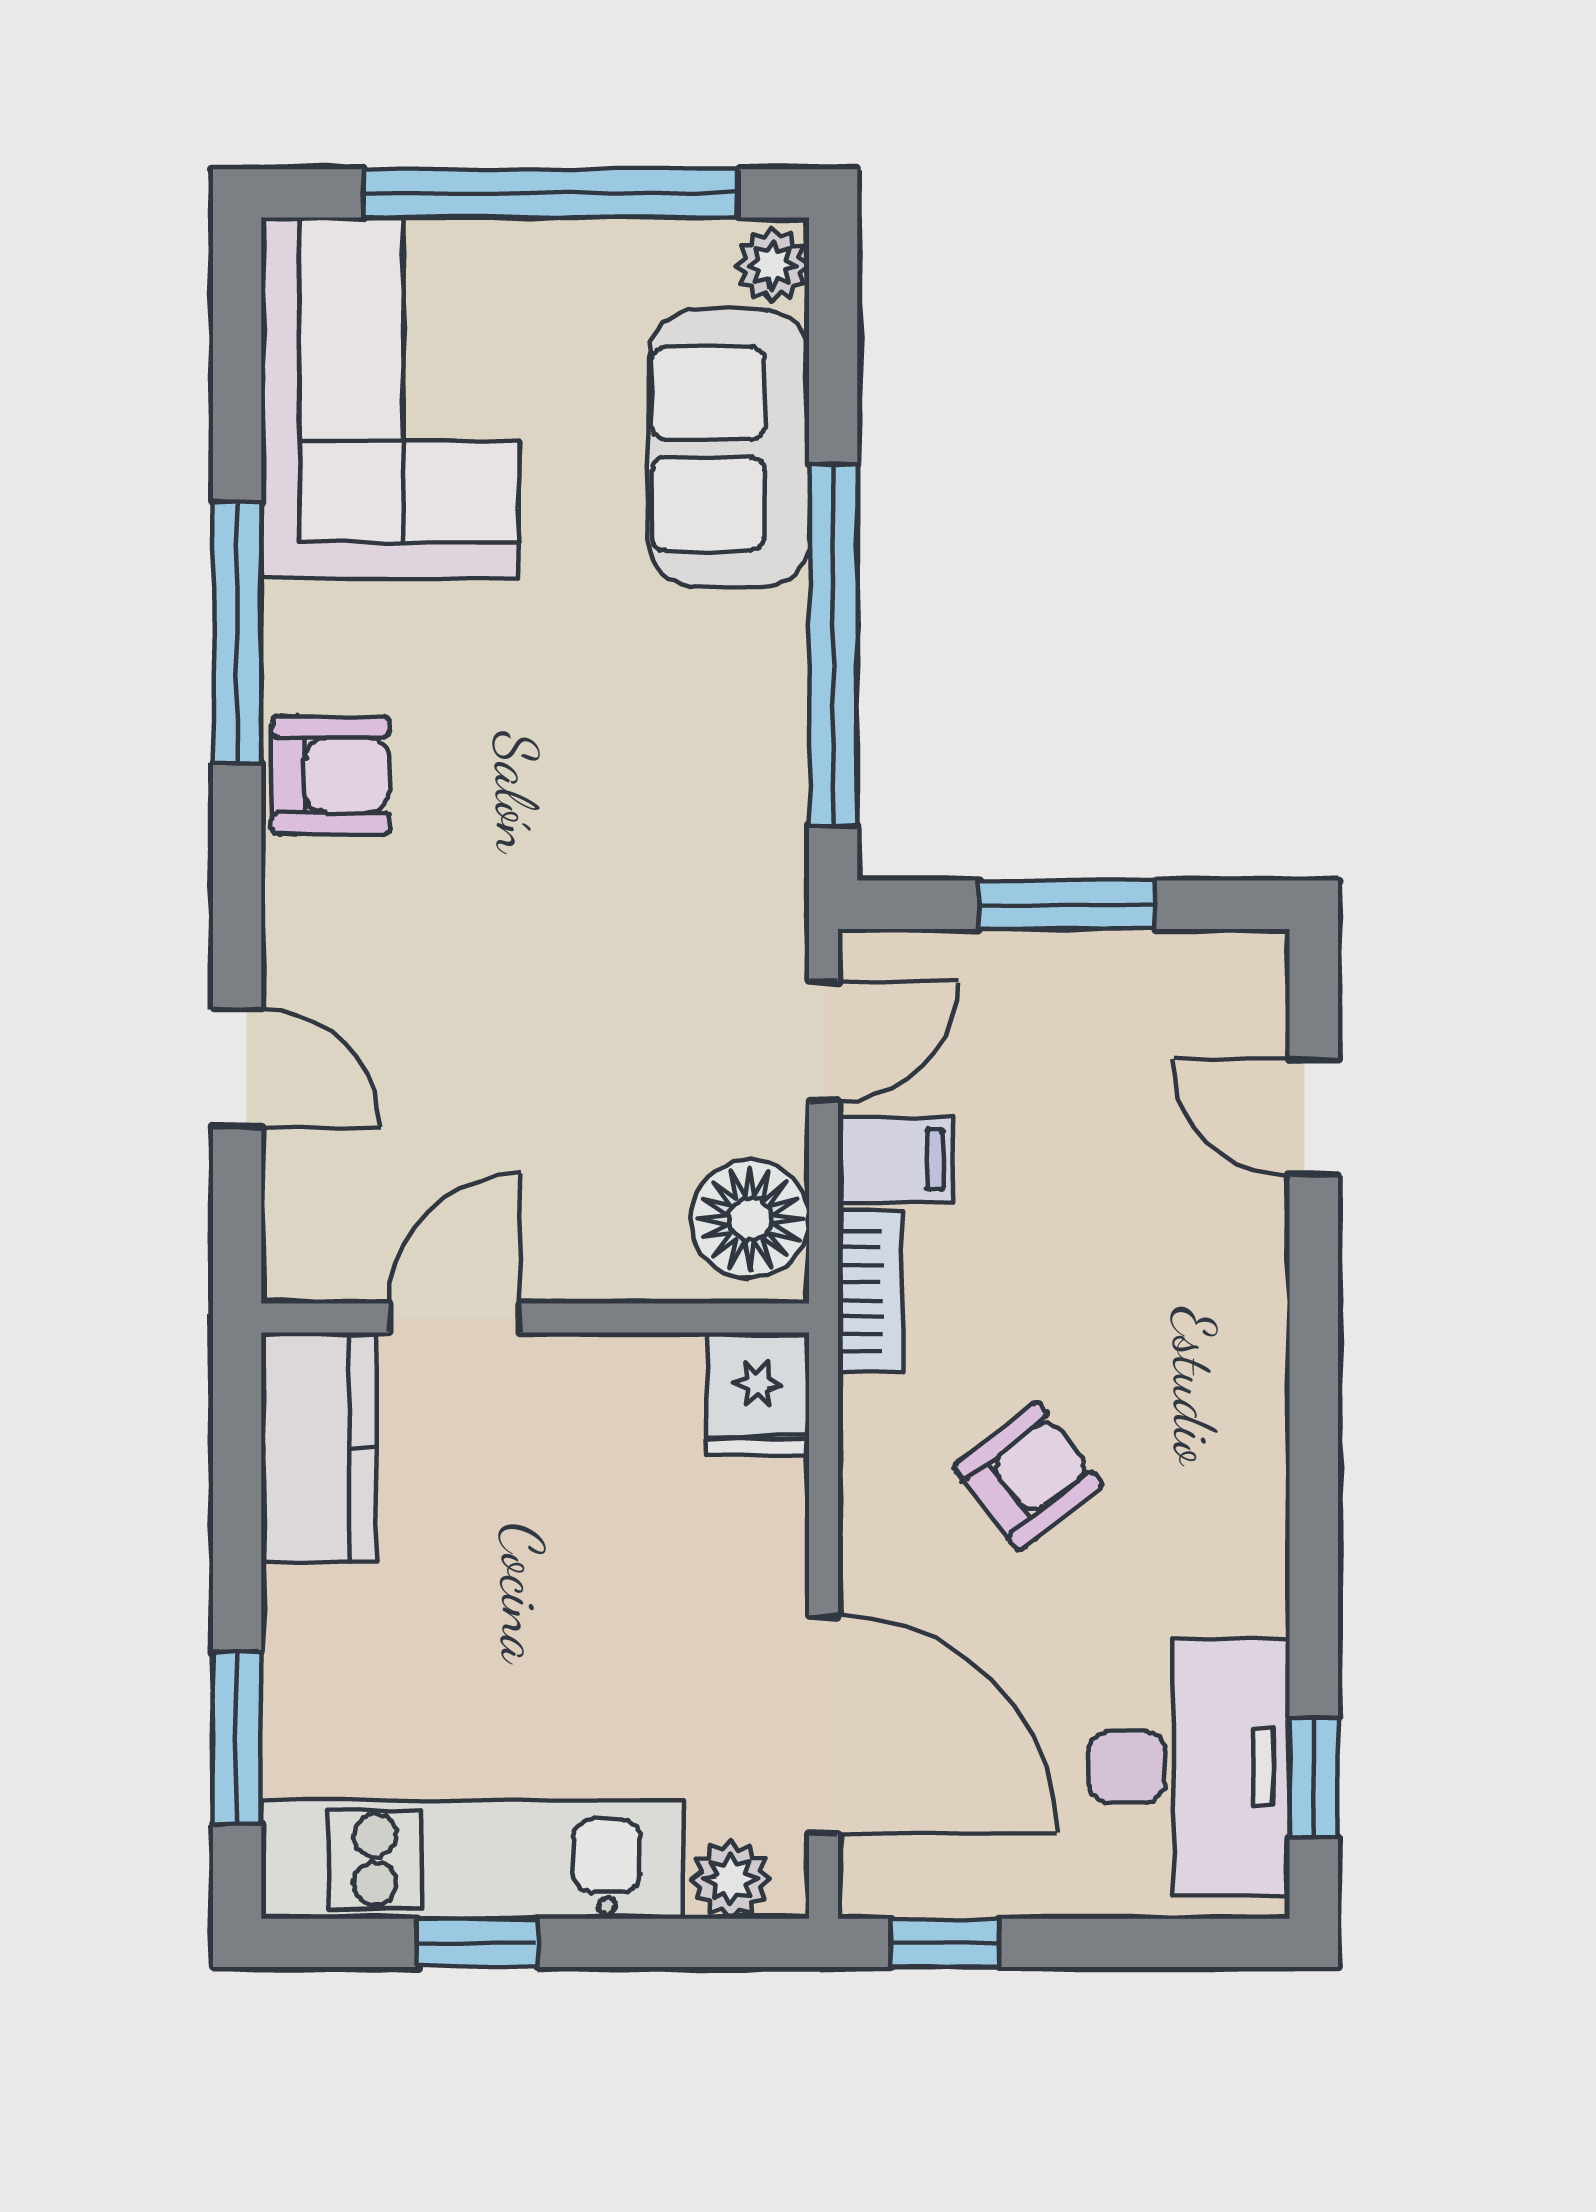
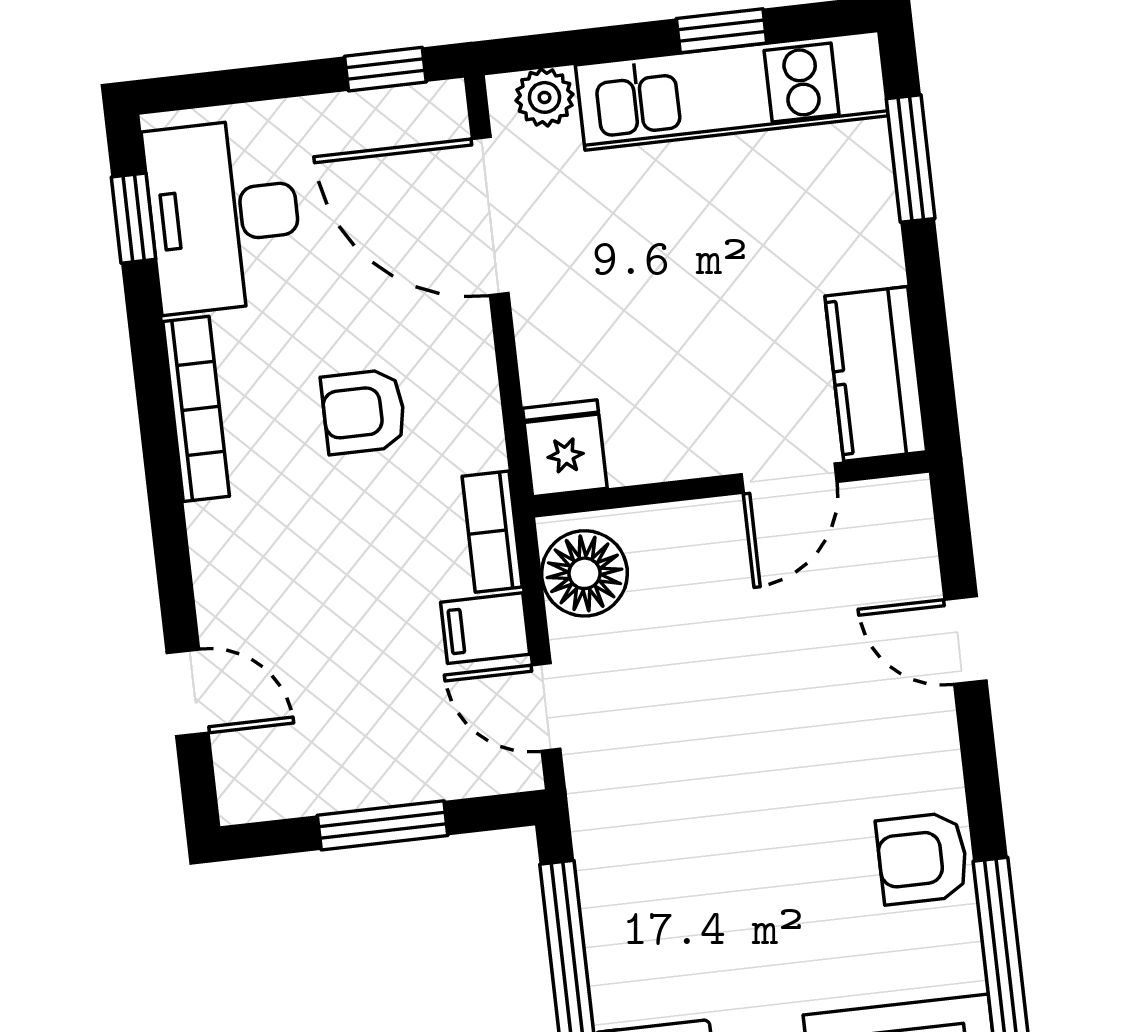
door: (824, 1041) -> (546, 707), hinge flipped
armchair: (1028, 1476) -> (364, 412), turned 38
bookcase: (1258, 1506) -> (196, 409), added

